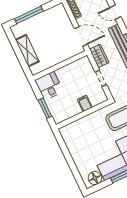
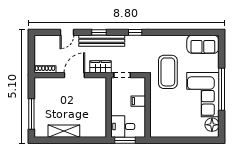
wall: (60, 65) -> (109, 107), moved
desk: (49, 86) -> (123, 126), moved

